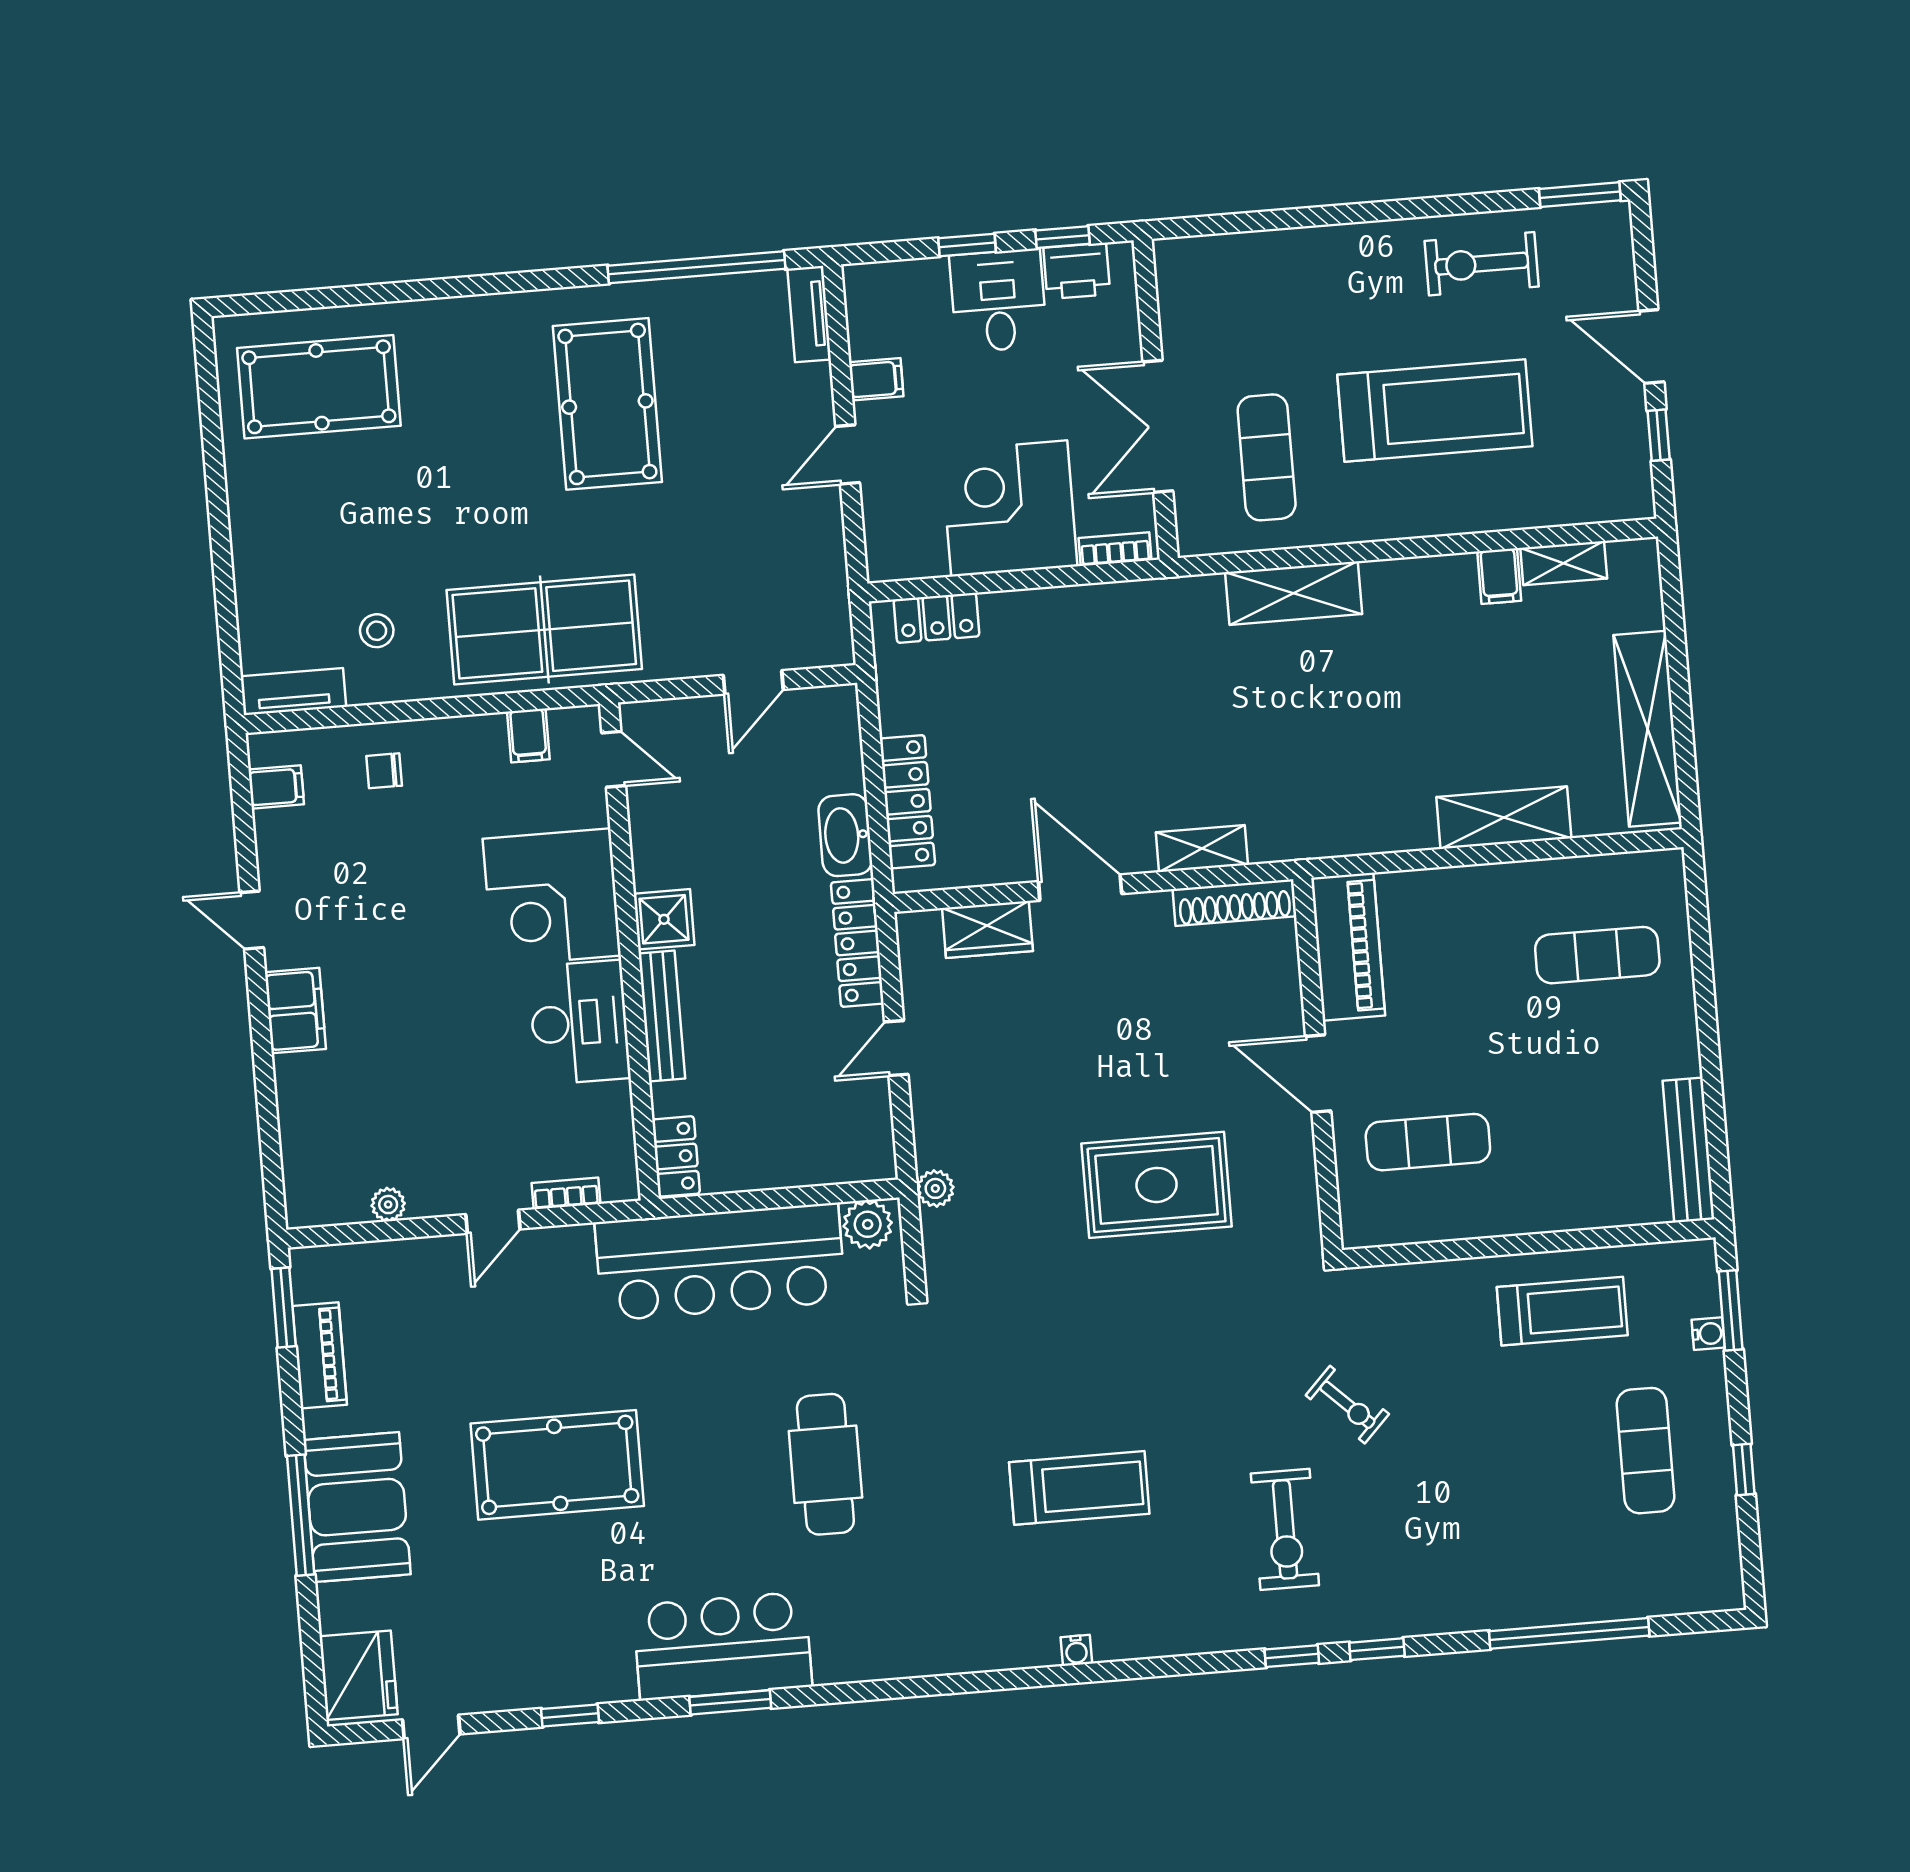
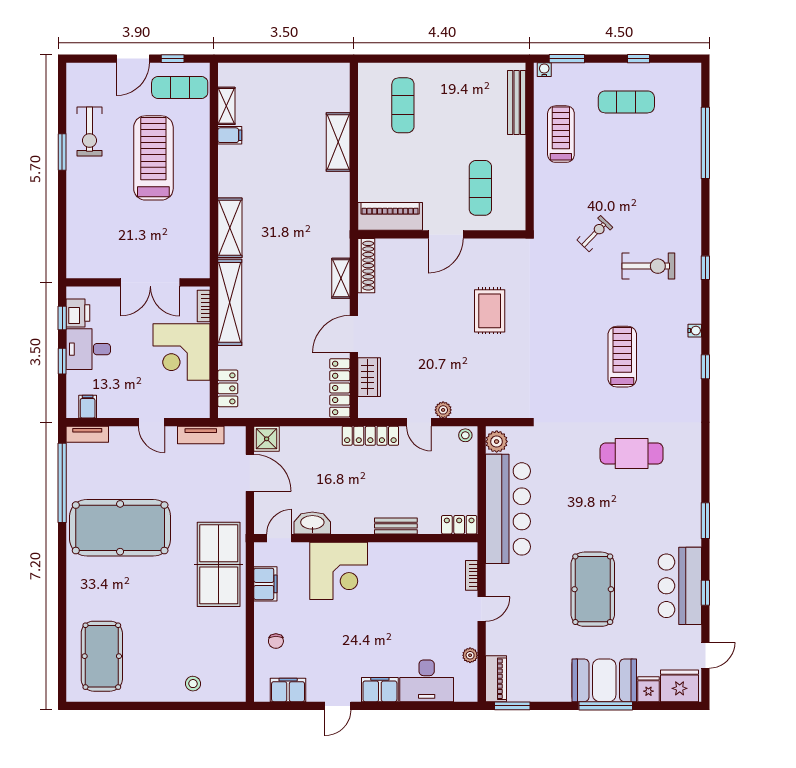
window: (1580, 195) -> (62, 152), moved
filing cabinet: (876, 379) -> (88, 407), moved
pool table: (607, 404) -> (120, 528), width x1.36, depth x1.32
exercise mat: (1267, 457) -> (180, 87), moved
stool: (377, 631) -> (193, 684), moved
door: (753, 682) -> (250, 473), width x1.38
tv unit: (293, 692) -> (201, 435), moved, turned -90
shelving: (1648, 729) -> (230, 302), moved, turned 90
filing cabinet: (528, 735) -> (265, 584), width x2.00
filing cabinet: (276, 787) -> (288, 690), width x2.00
locker: (907, 802) -> (340, 388), moved, turned -90
washbasin: (845, 835) -> (312, 523), moved, turned 180
shower: (664, 919) -> (267, 439), moved
bench: (662, 1016) -> (396, 526), width x0.73
desk: (579, 1022) -> (427, 681), moved, turned 180
bench: (1688, 1150) -> (517, 103), moved, turned 90
stool: (876, 1154) -> (465, 435), added
rug: (1157, 1185) -> (490, 311), width x0.73, depth x0.70
plant: (935, 1188) -> (443, 410), moved
door: (493, 1222) -> (482, 609), hinge flipped
water cooler: (1708, 1334) -> (544, 70), moved
piano: (320, 1355) -> (496, 679), moved, turned 90
cafe table: (825, 1464) -> (632, 453), moved
fridge: (345, 1607) -> (648, 689), added
bar counter: (723, 1646) -> (680, 586), moved
window: (1377, 1649) -> (705, 367), moved
water cooler: (1076, 1650) -> (695, 331), moved
door: (431, 1727) -> (705, 655), hinge flipped

